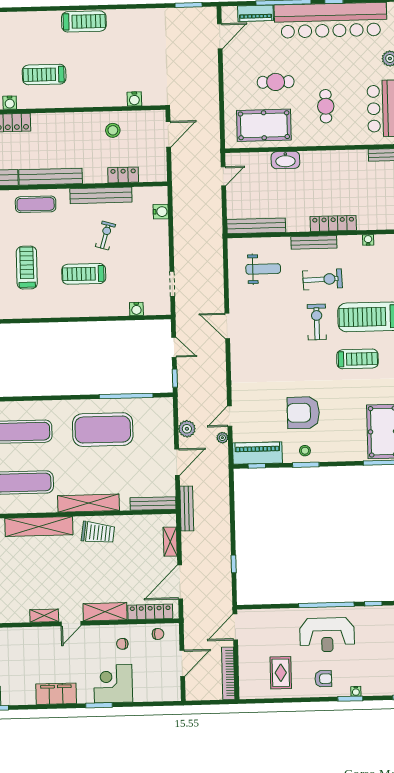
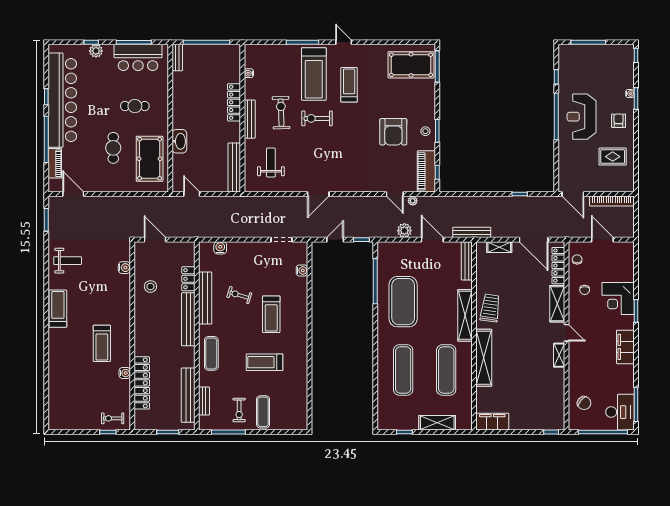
weight bench: (141, 31) -> (68, 261), added
bench: (51, 177) -> (188, 319), moved
reception desk: (327, 635) -> (581, 117), turned 180

